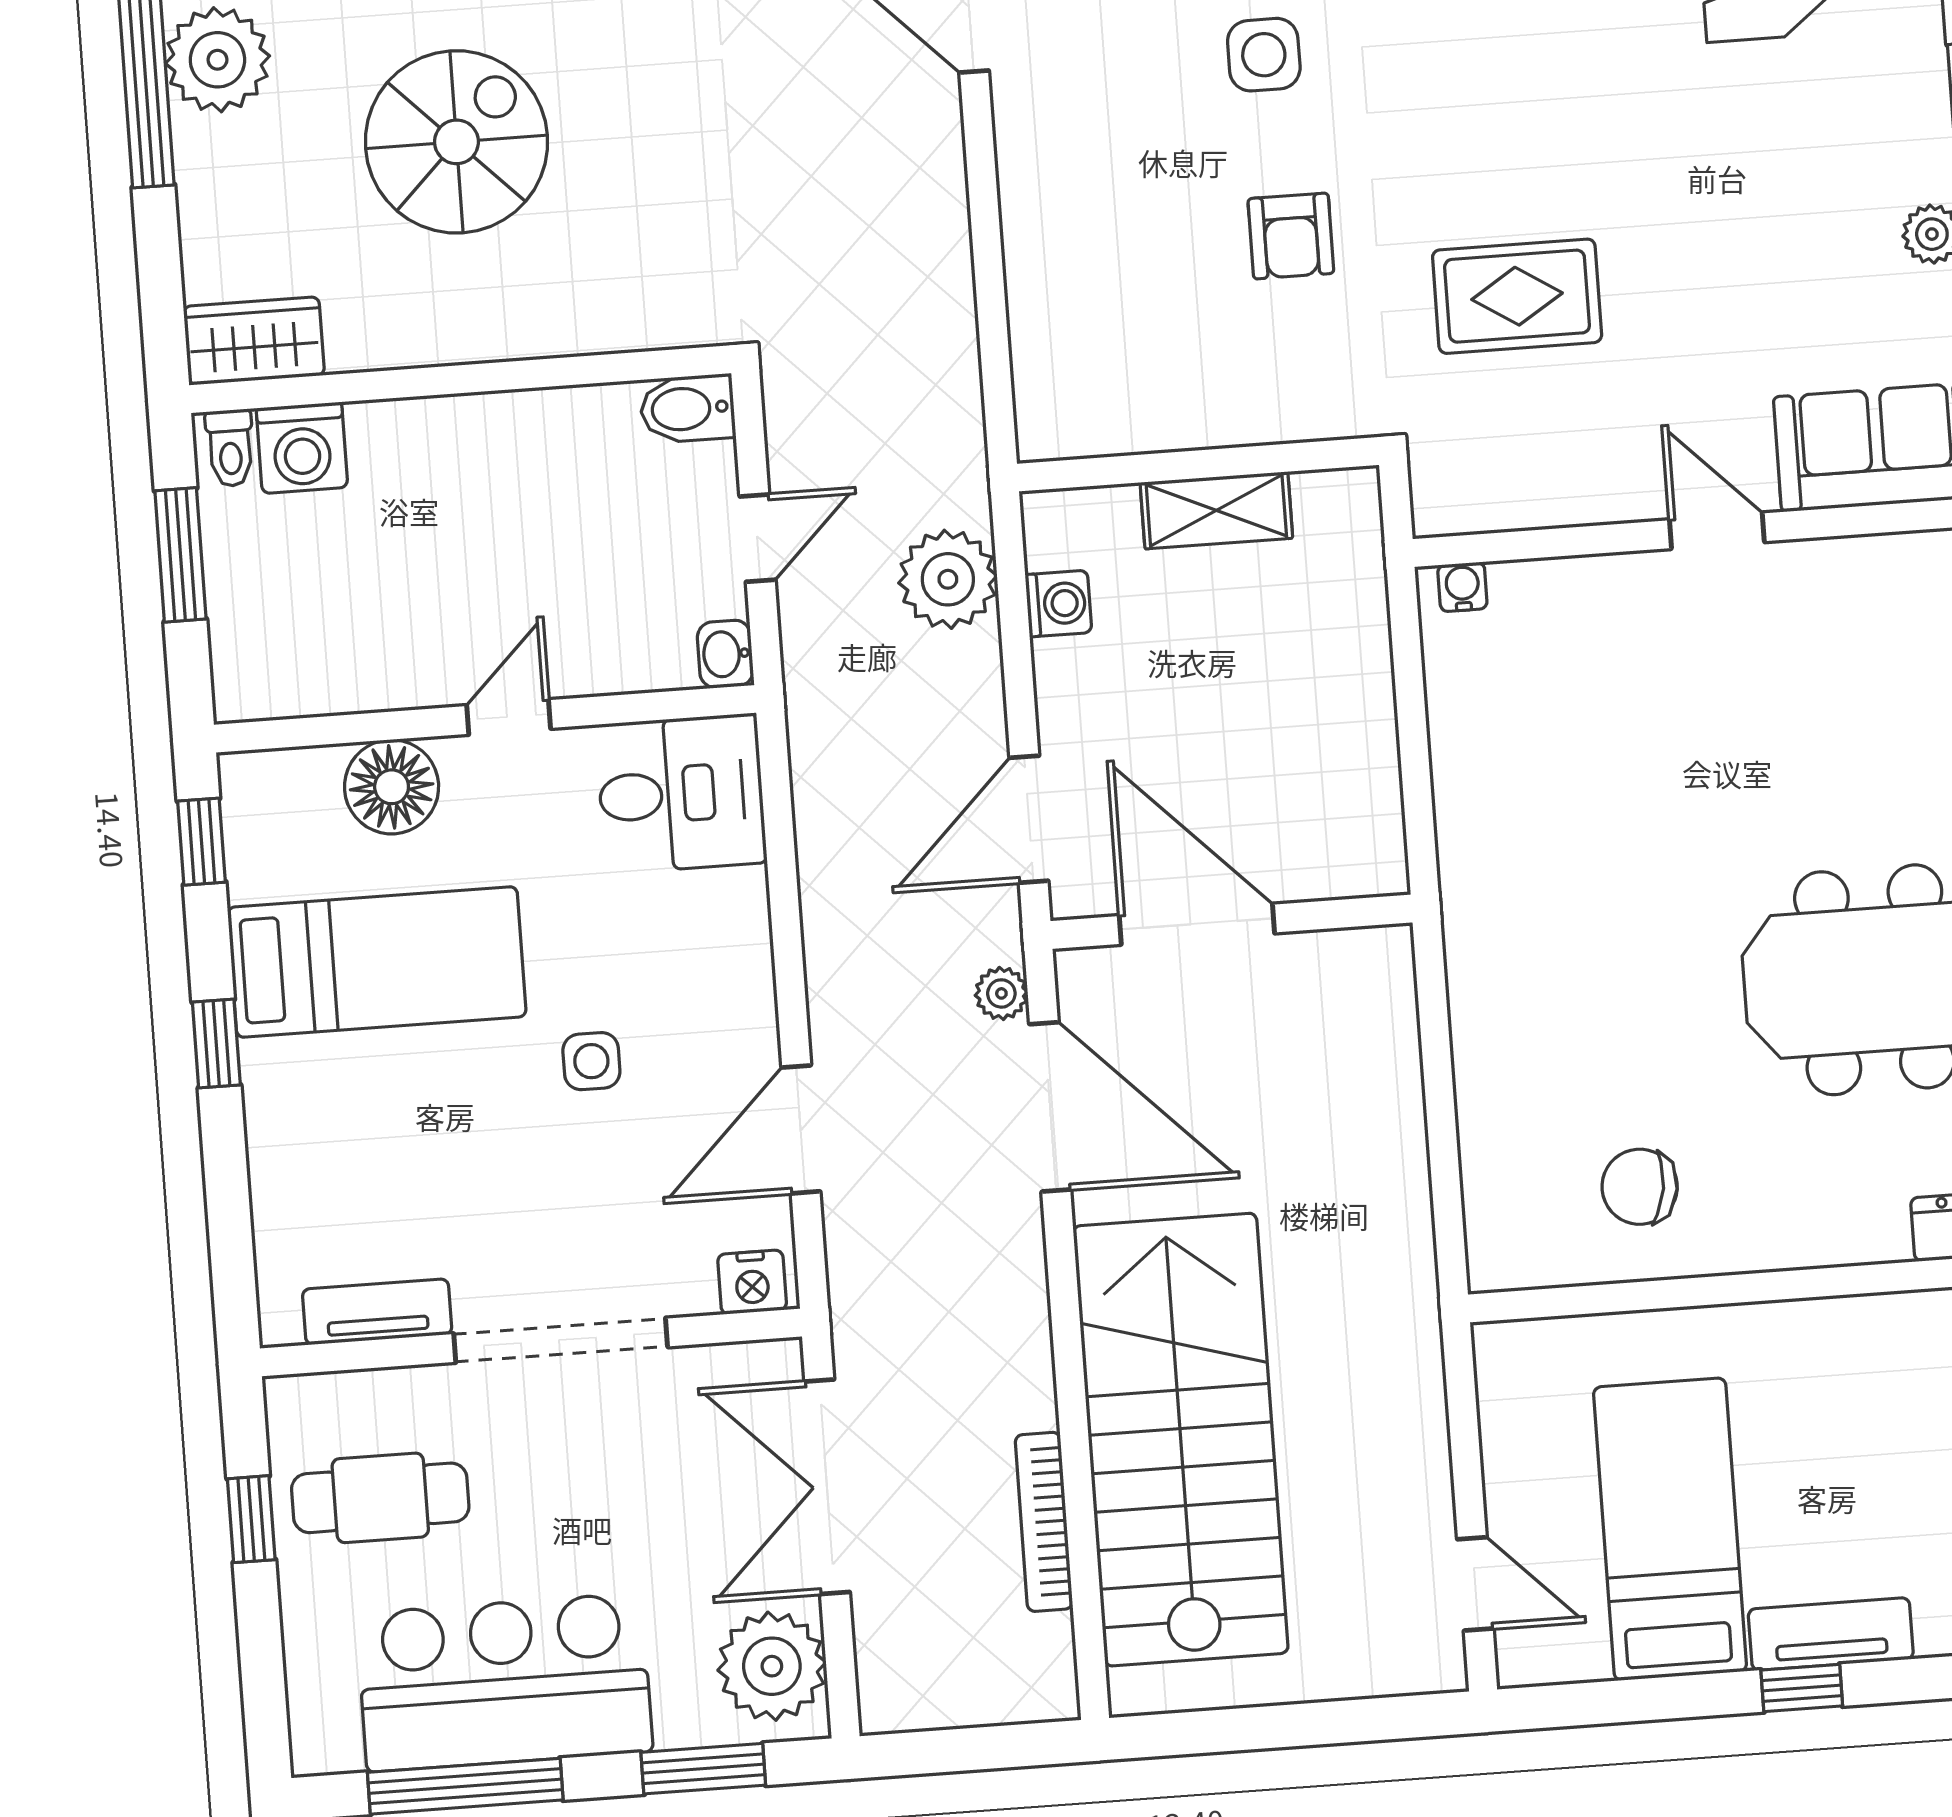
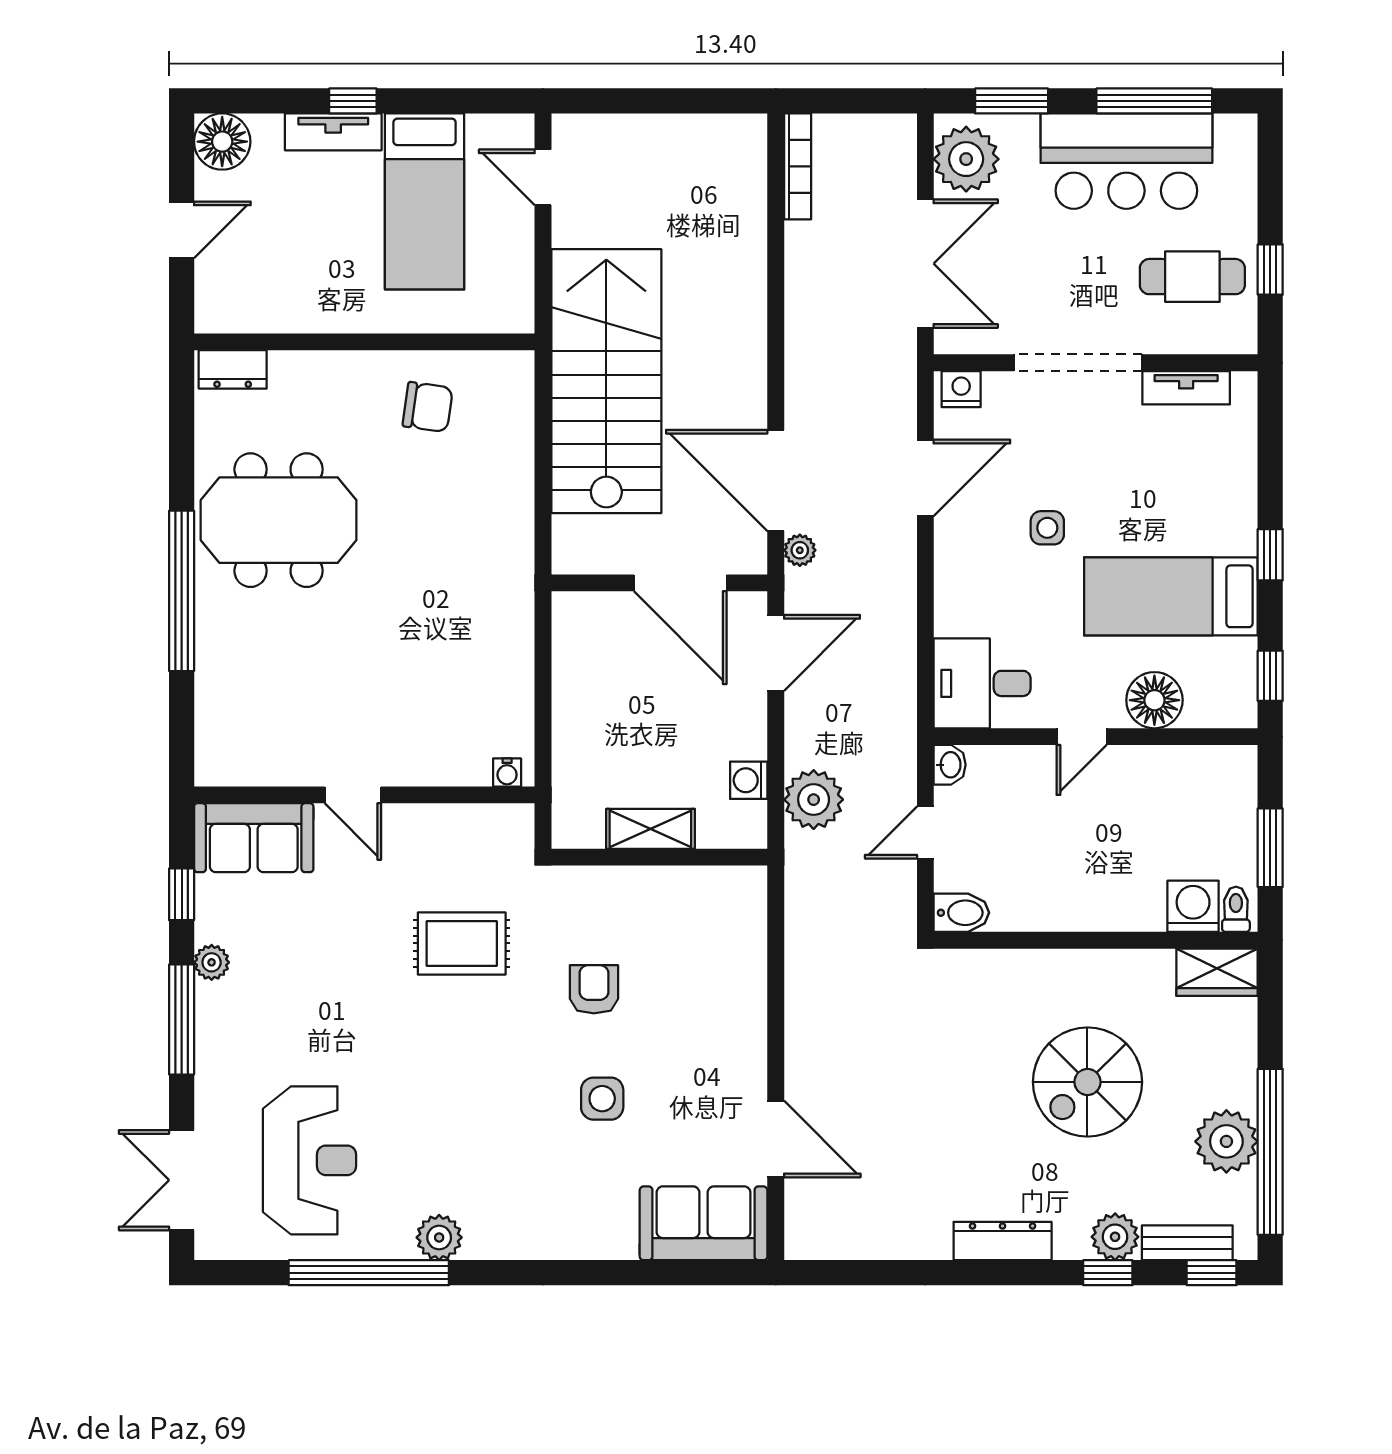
stairs: (1181, 1440) -> (606, 381), moved, turned 180
bookcase: (1044, 1522) -> (798, 166), moved

